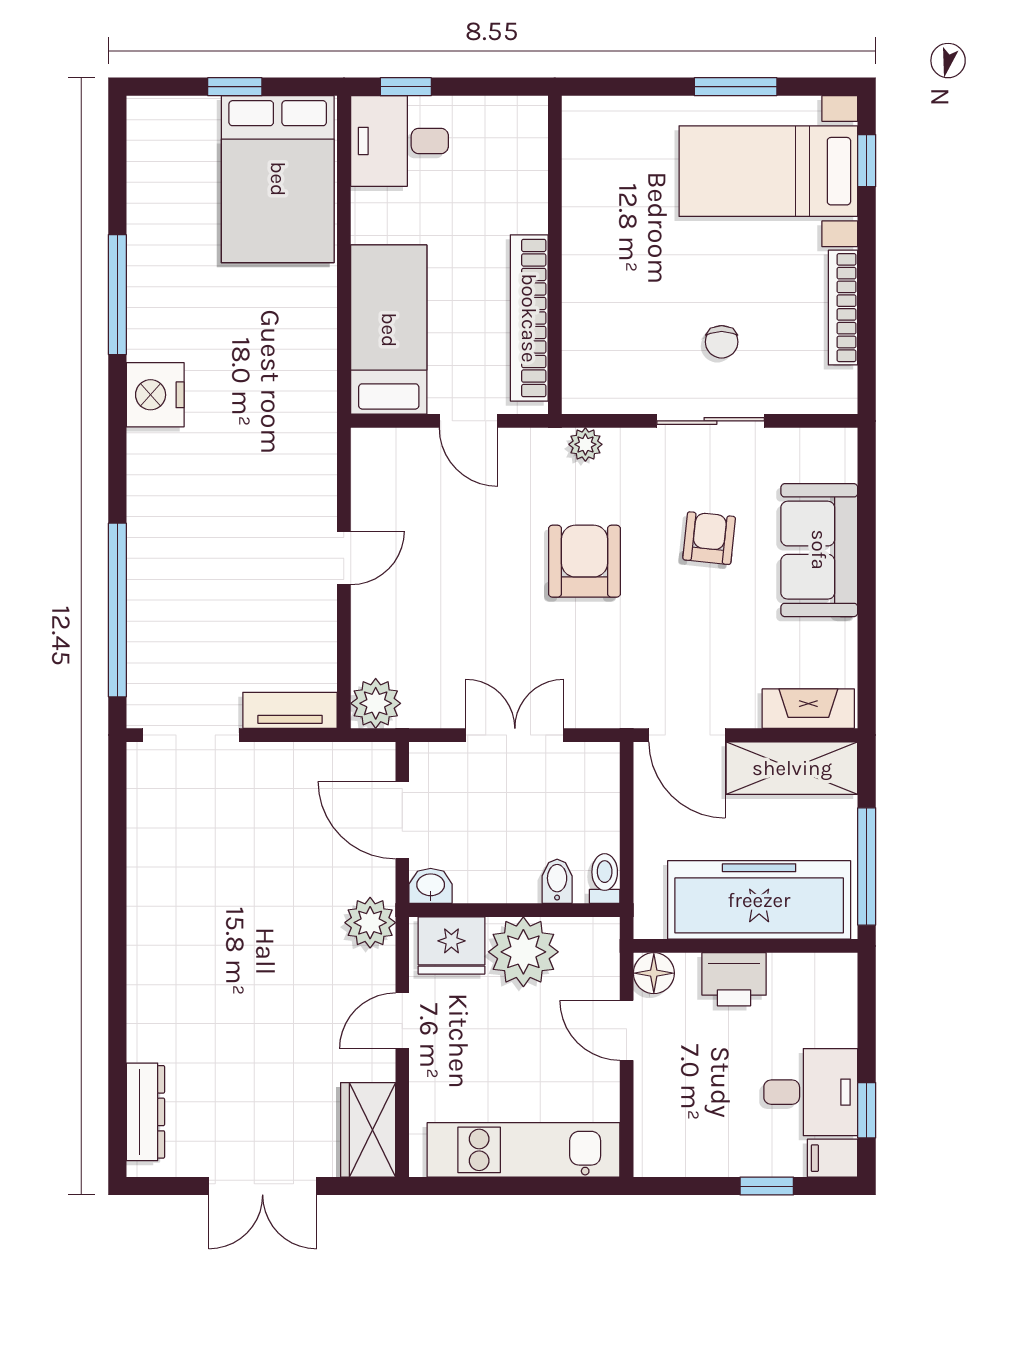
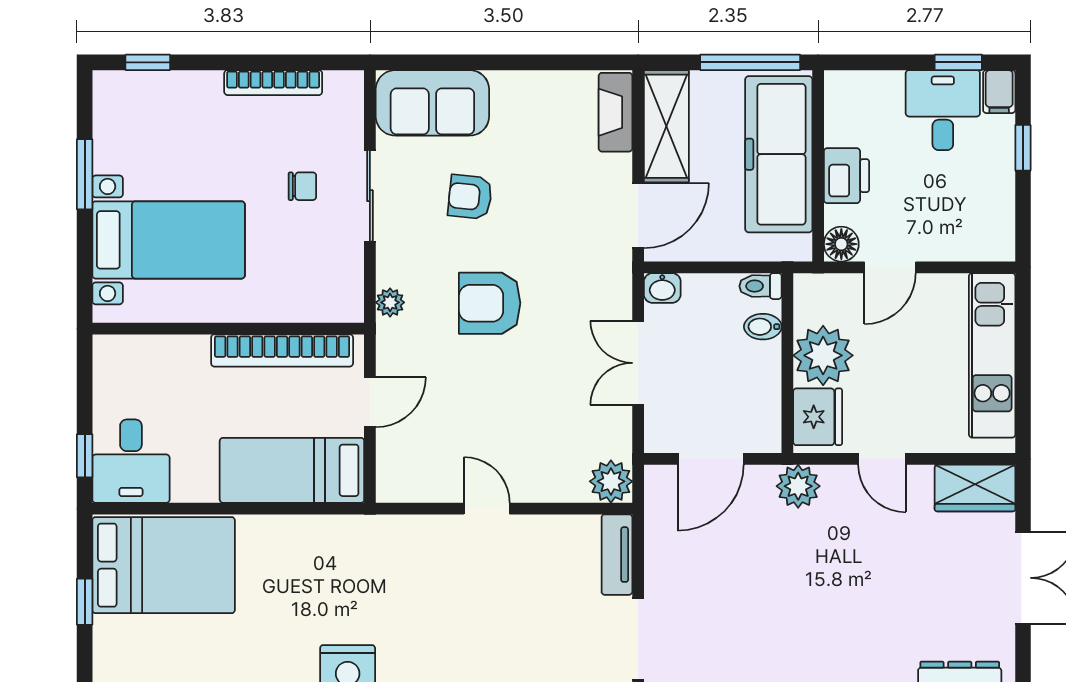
bed with nightstands: (768, 171) -> (169, 240), moved, turned -90
sofa: (819, 550) -> (432, 103), moved
washbasin: (431, 886) -> (662, 288), moved, turned -90

